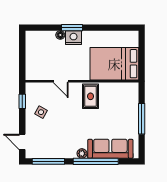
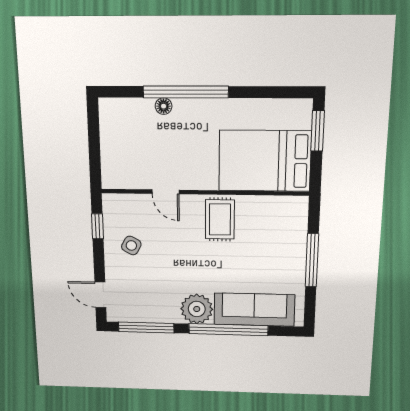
window: (72, 28) -> (186, 92), width x2.11
nightstand: (74, 38) -> (189, 111), removed
window: (142, 47) -> (318, 131), added
plant: (82, 153) -> (197, 309), width x1.87, depth x1.87

